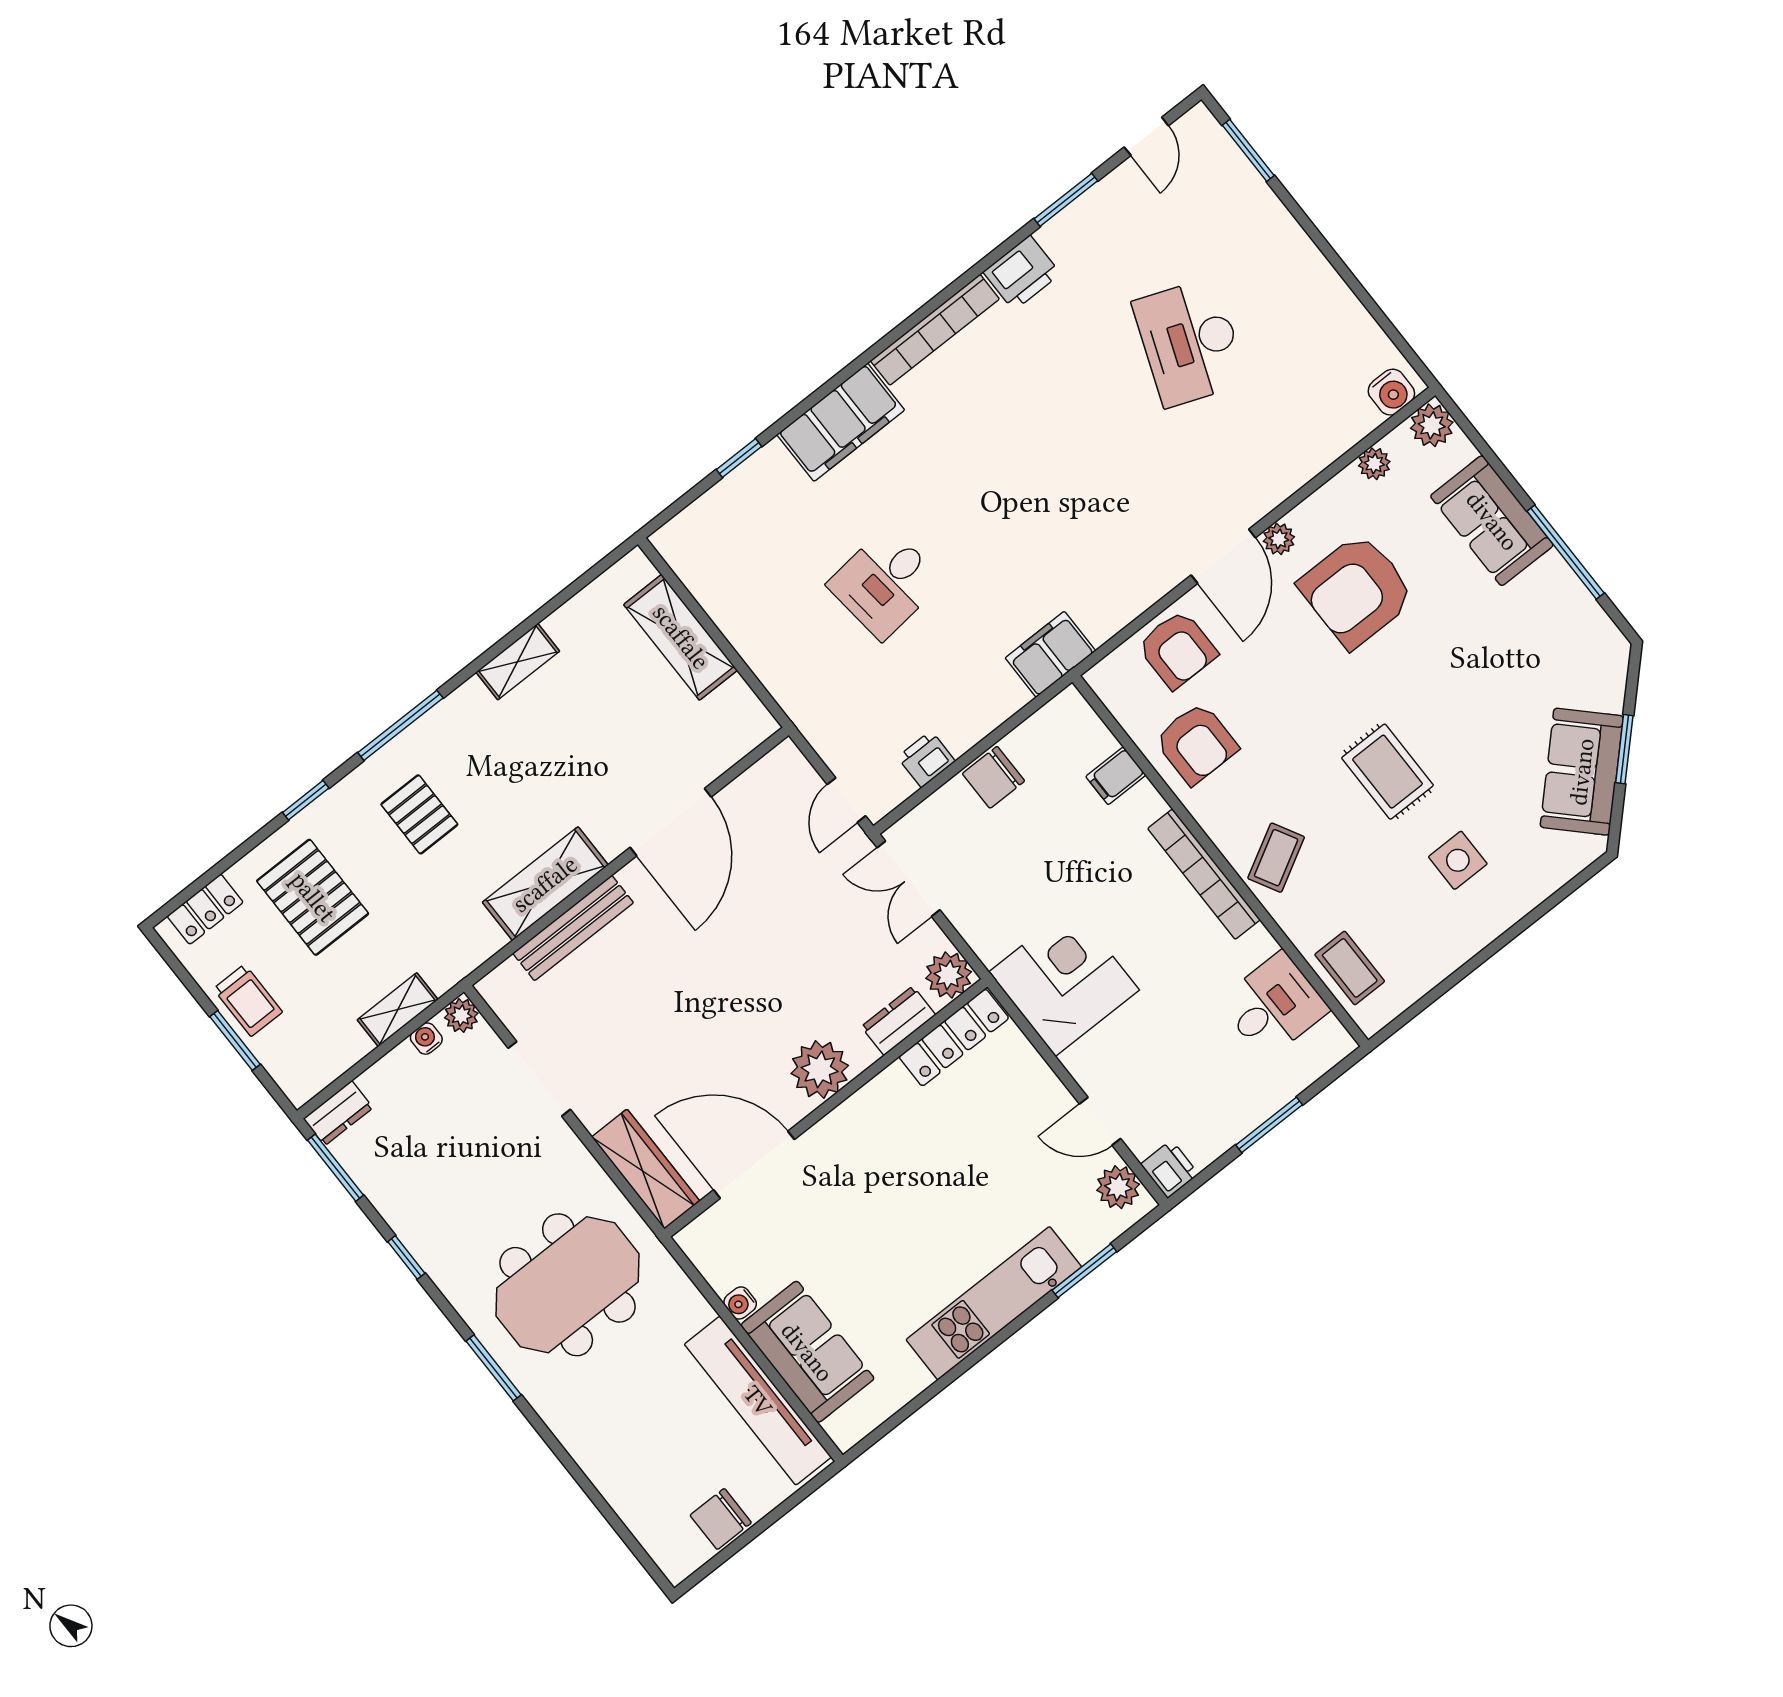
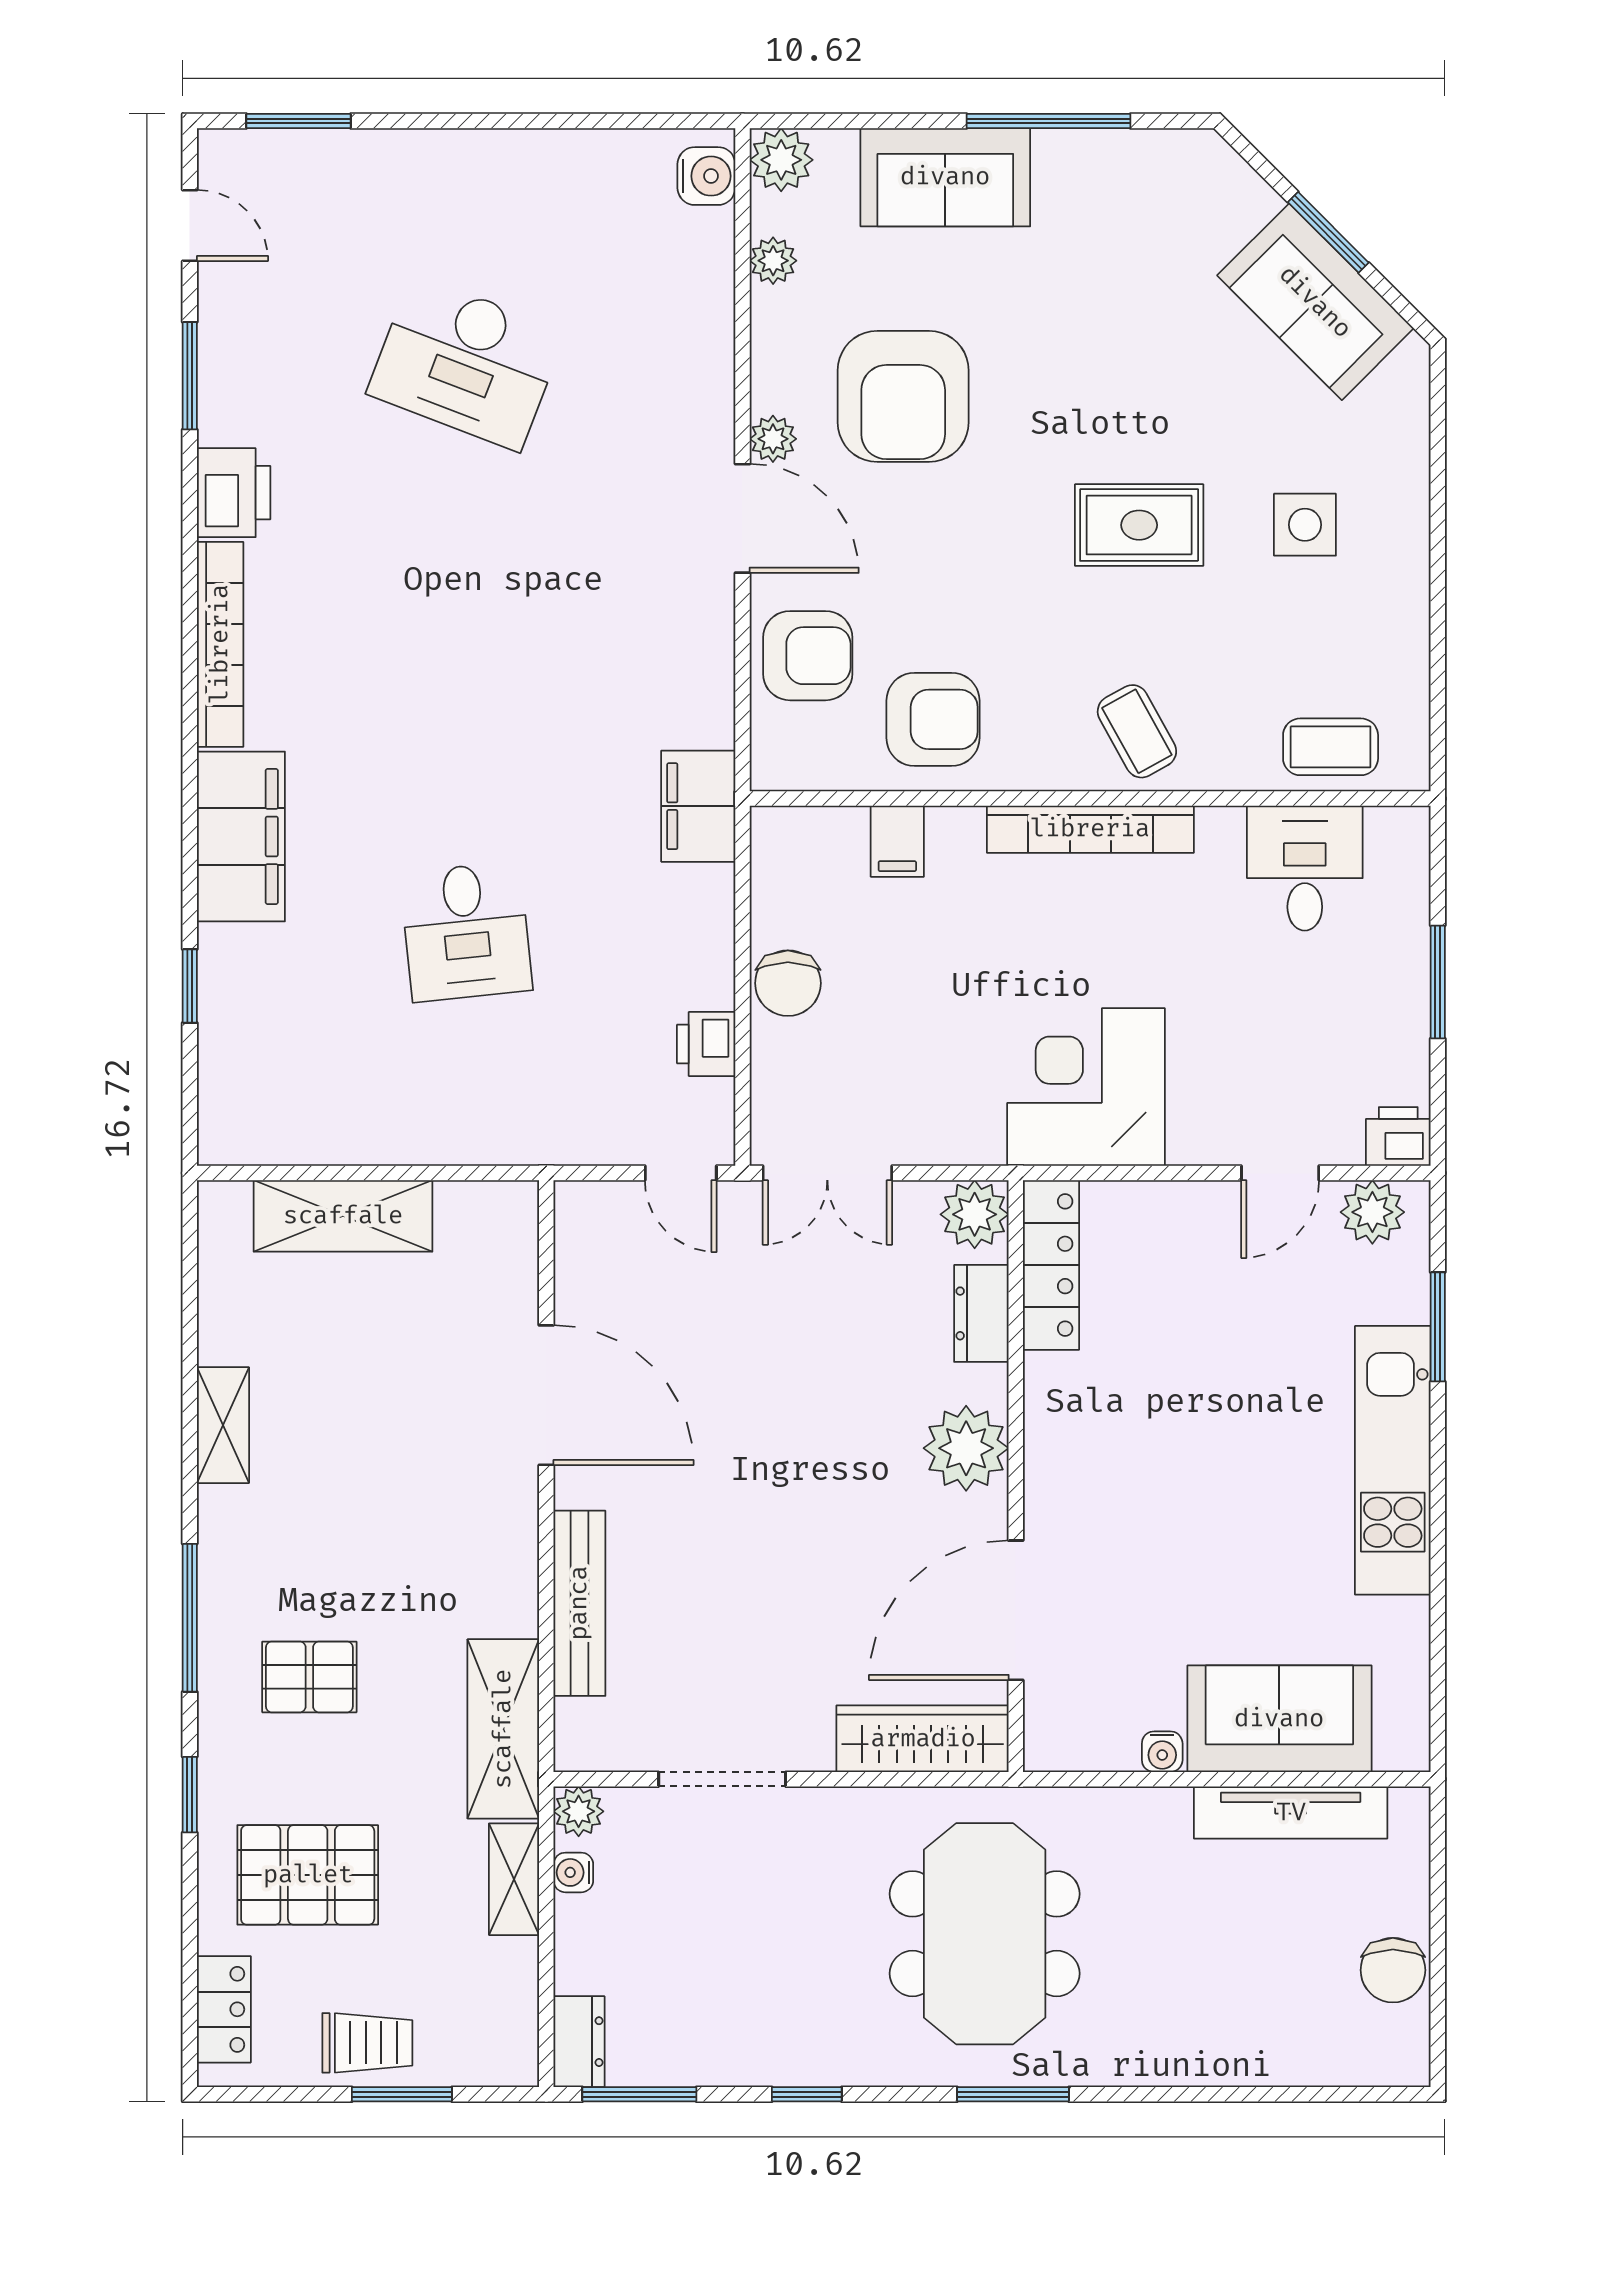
shelving: (545, 884) -> (503, 1729), moved
tv unit: (758, 1401) -> (1291, 1813), width x0.73, depth x0.78

